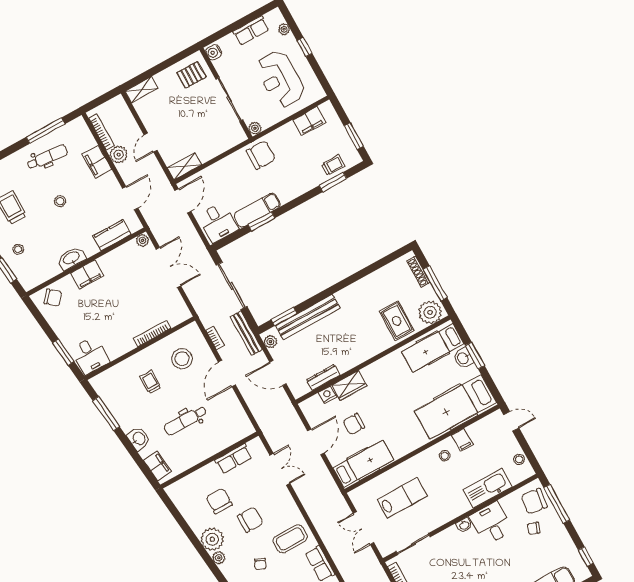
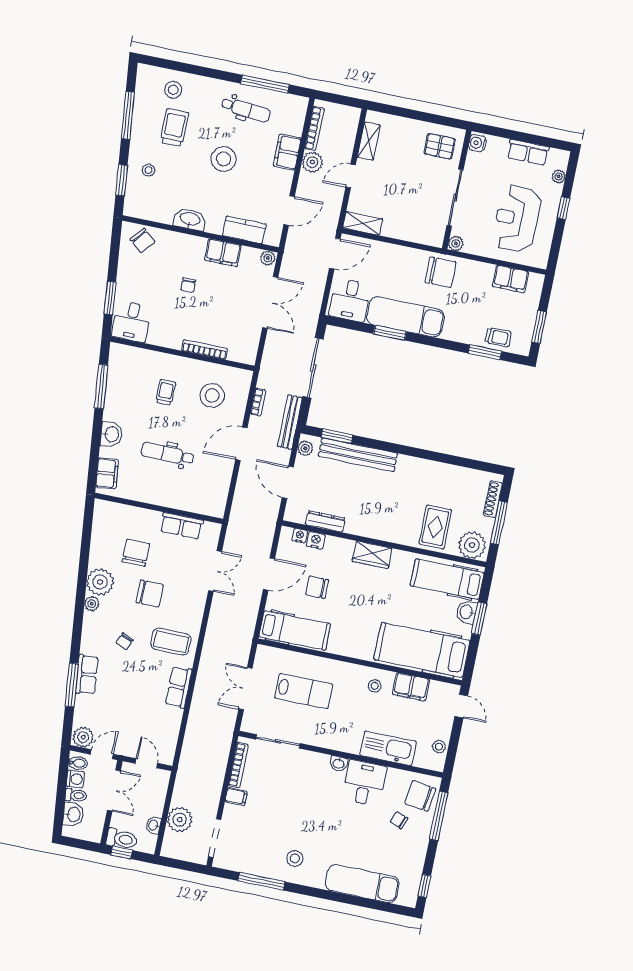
shelving: (142, 90) -> (369, 141), moved, turned 90
stool: (60, 201) -> (224, 159), width x1.89, depth x1.89
exam couch: (257, 210) -> (405, 317), width x1.36, depth x1.45
filing cabinet: (87, 275) -> (223, 253), moved
chair: (106, 301) -> (188, 285), added
wardrobe: (349, 385) -> (372, 555), moved
nightstand: (315, 401) -> (300, 536), added
filing cabinet: (462, 440) -> (411, 687), width x2.00

